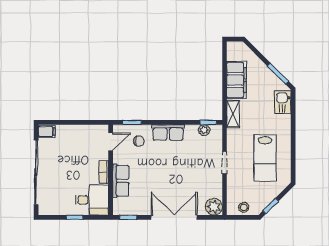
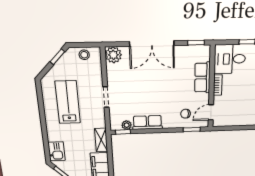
row of seats: (168, 132) -> (147, 122), moved

